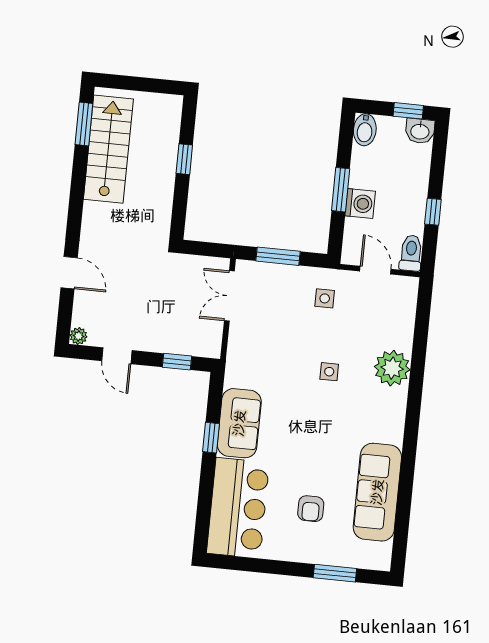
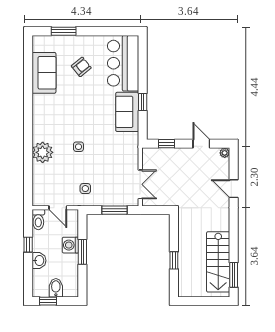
bidet: (365, 130) -> (56, 288), moved
washbasin: (420, 131) -> (39, 261), moved, turned 90
sofa: (377, 492) -> (44, 73), width x0.73
armchair: (311, 509) -> (81, 67), turned 51

